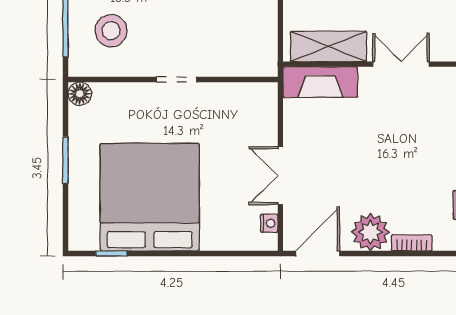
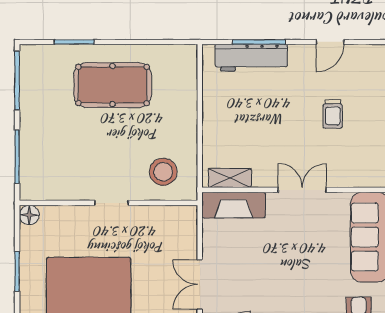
stool: (111, 31) -> (163, 172), moved
shelving: (328, 46) -> (230, 178), width x0.67, depth x0.75

